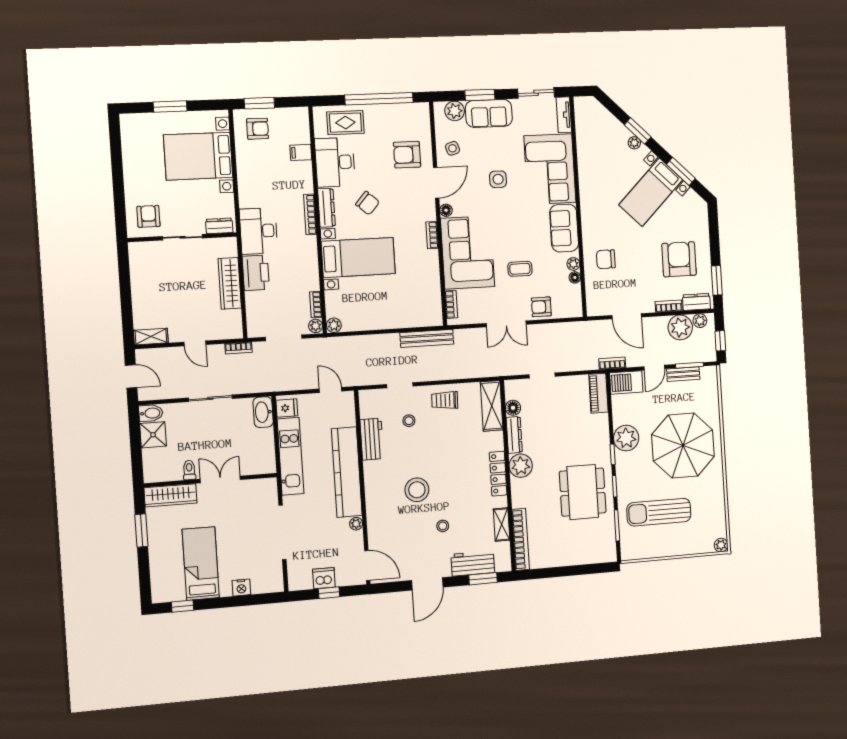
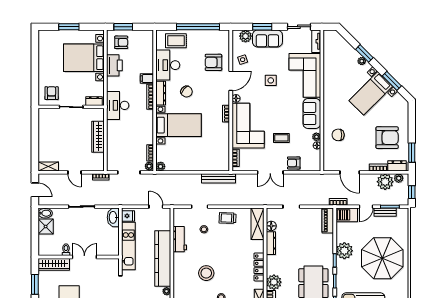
filing cabinet: (301, 152) -> (147, 79), moved
armchair: (679, 259) -> (387, 138), turned 90
printer: (256, 273) -> (114, 65), moved
plant: (521, 466) -> (274, 282), moved

